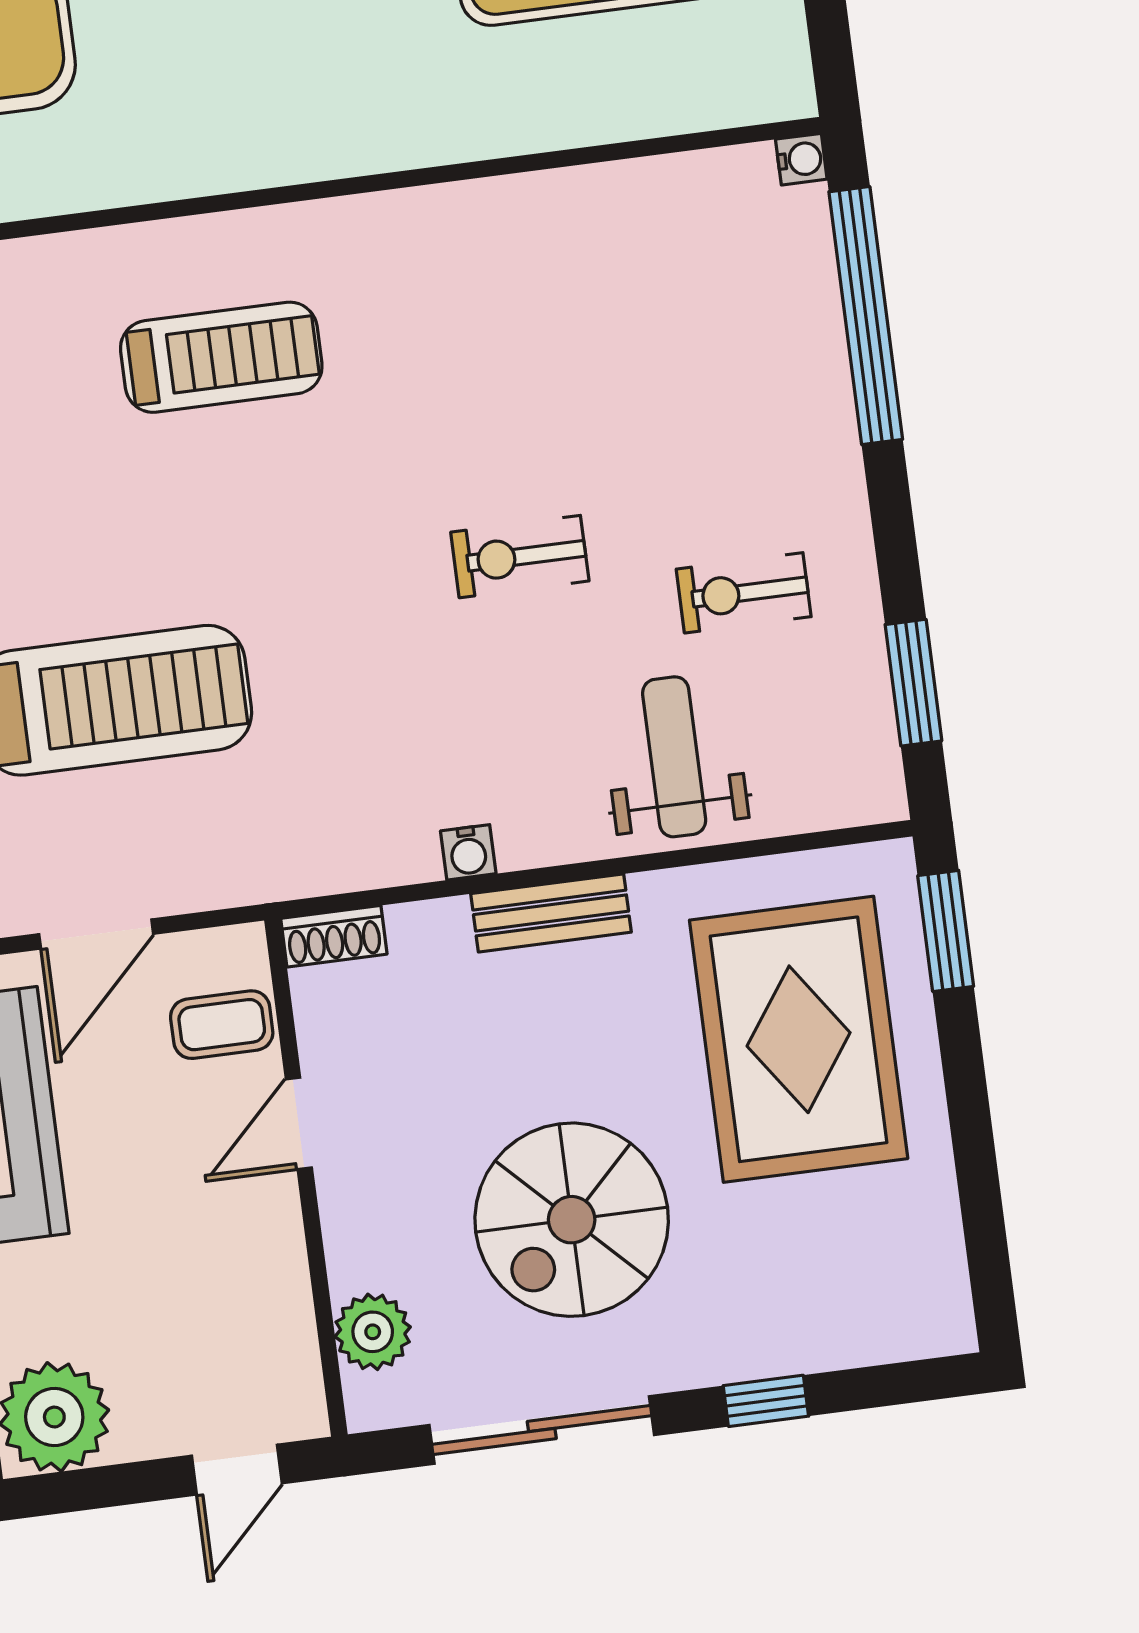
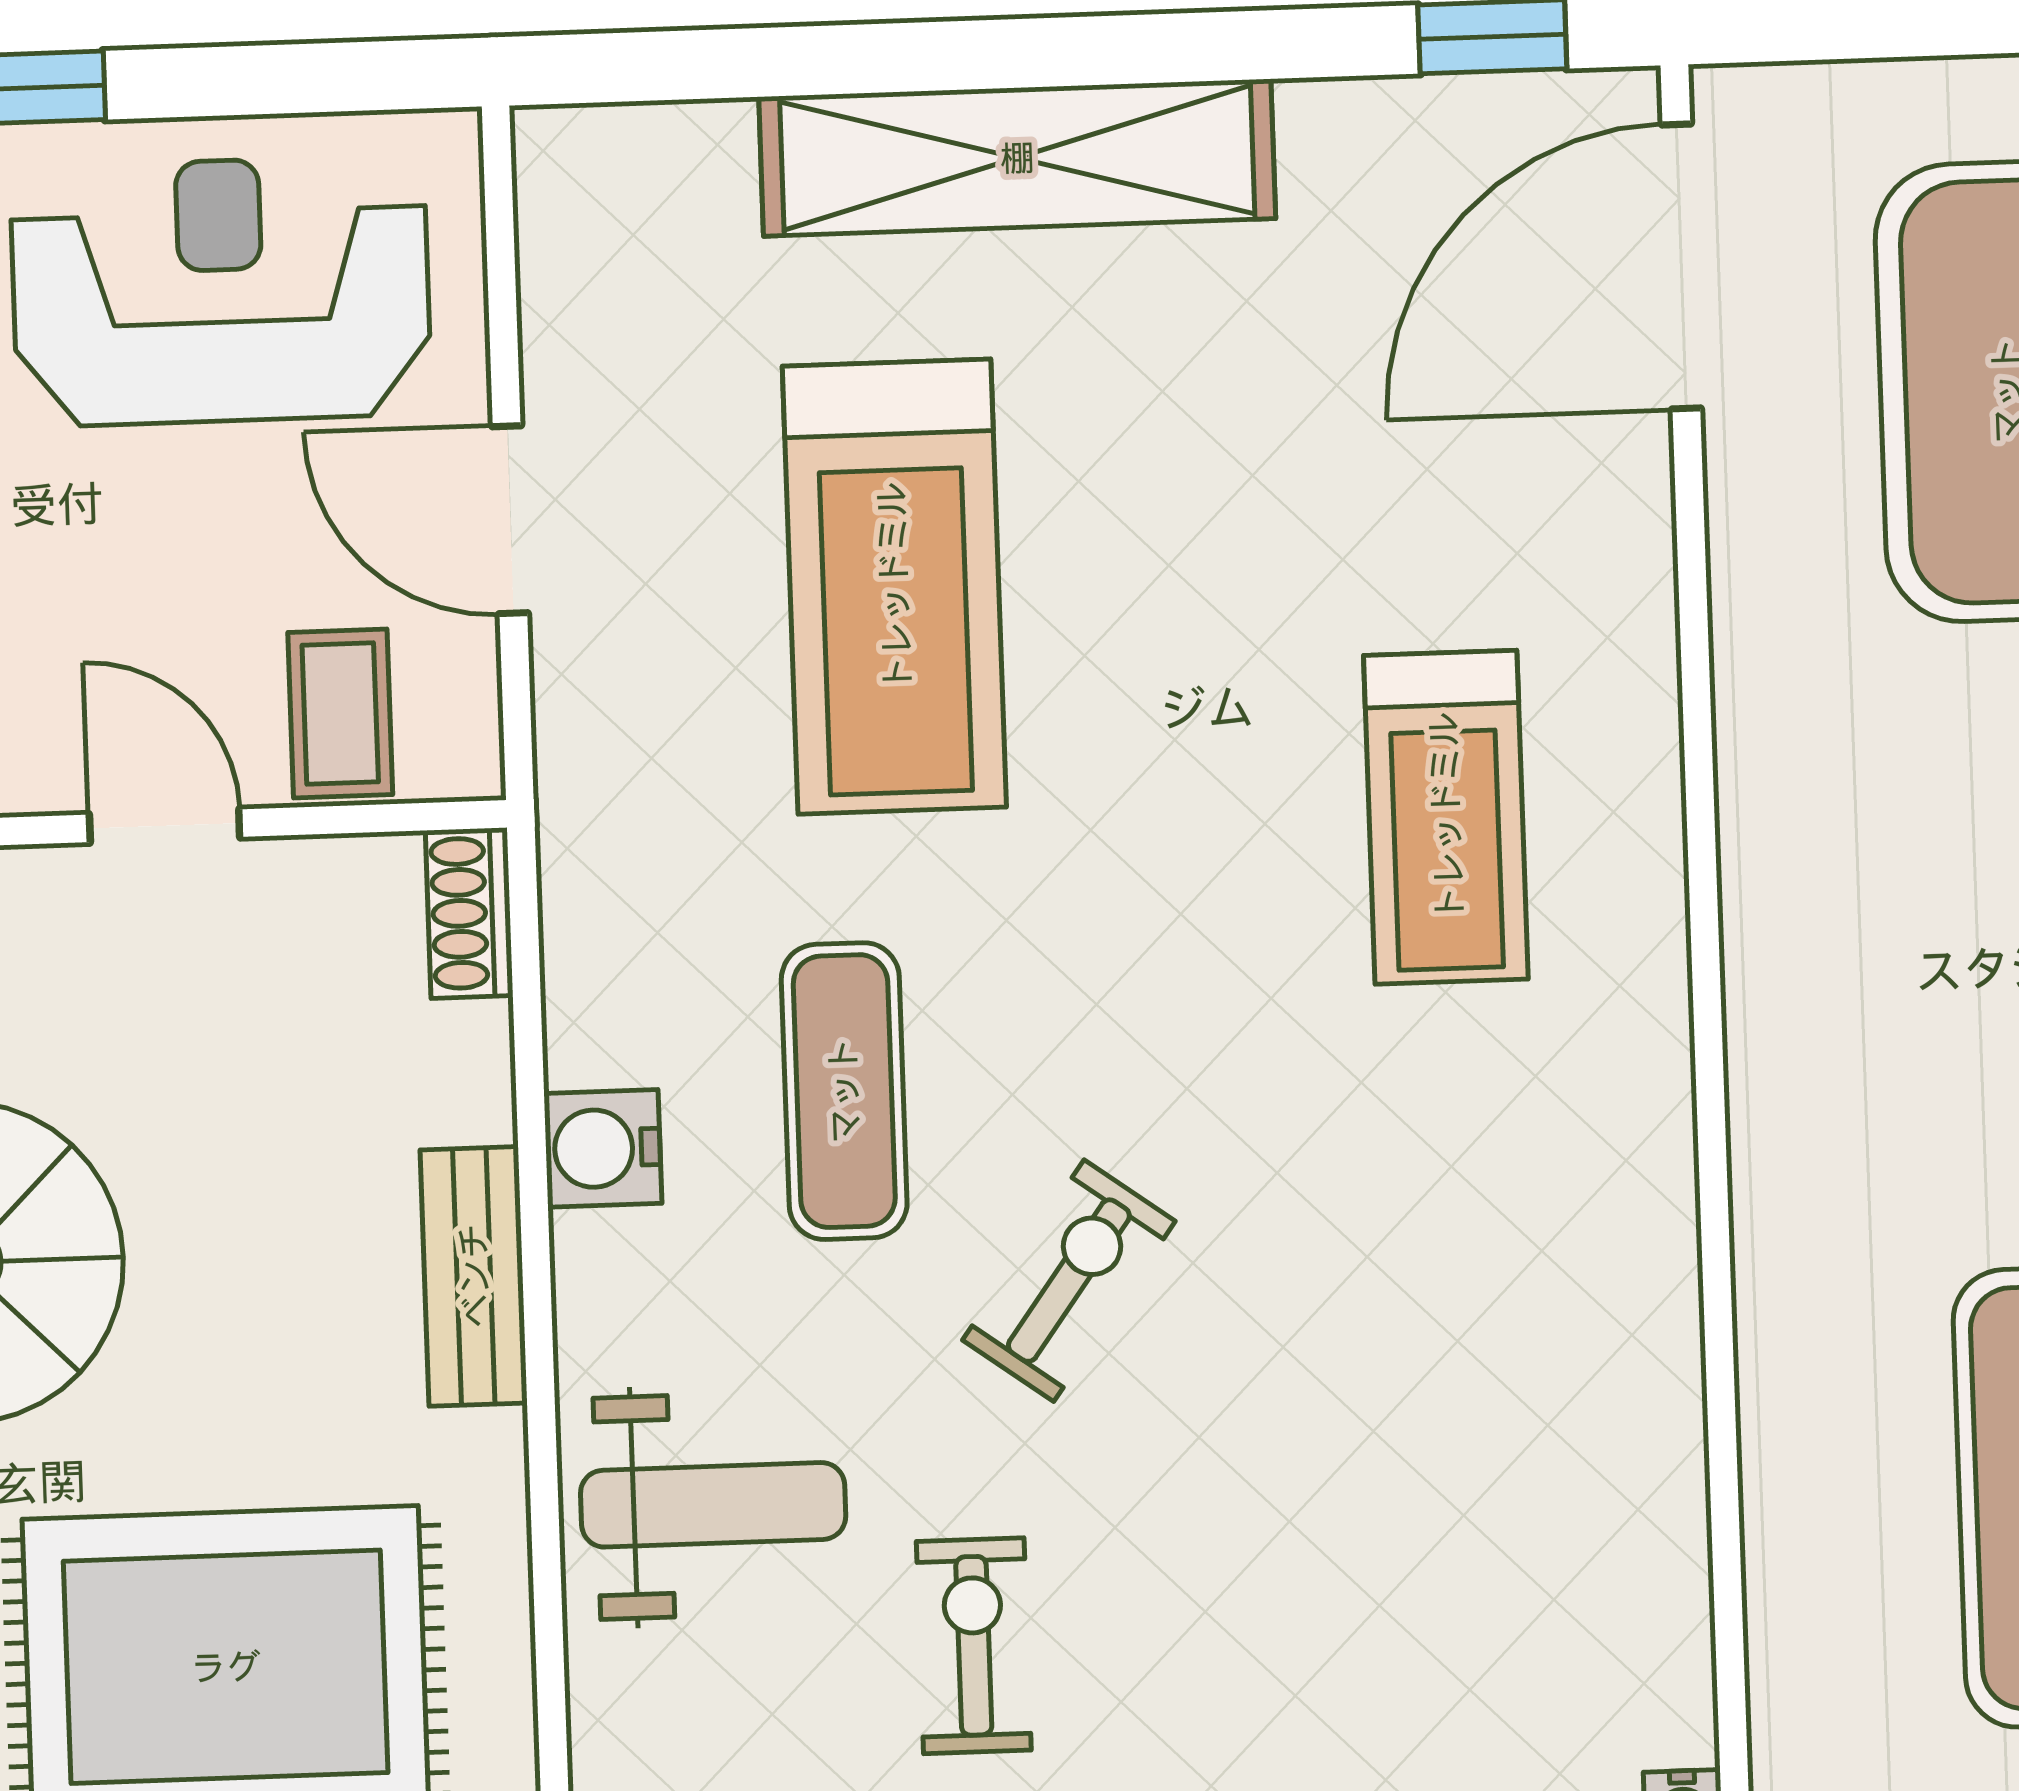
exercise bike: (520, 557) -> (1069, 1281), turned 36
exercise mat: (419, 702) -> (844, 1091), added
water cooler: (468, 852) -> (603, 1148), width x1.38, depth x1.38

